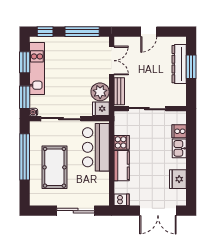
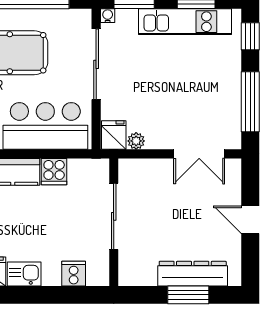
bench: (119, 91) -> (145, 168), removed
plant: (100, 92) -> (136, 141), width x0.53, depth x0.53
kitchen sink: (179, 148) -> (24, 274), moved

